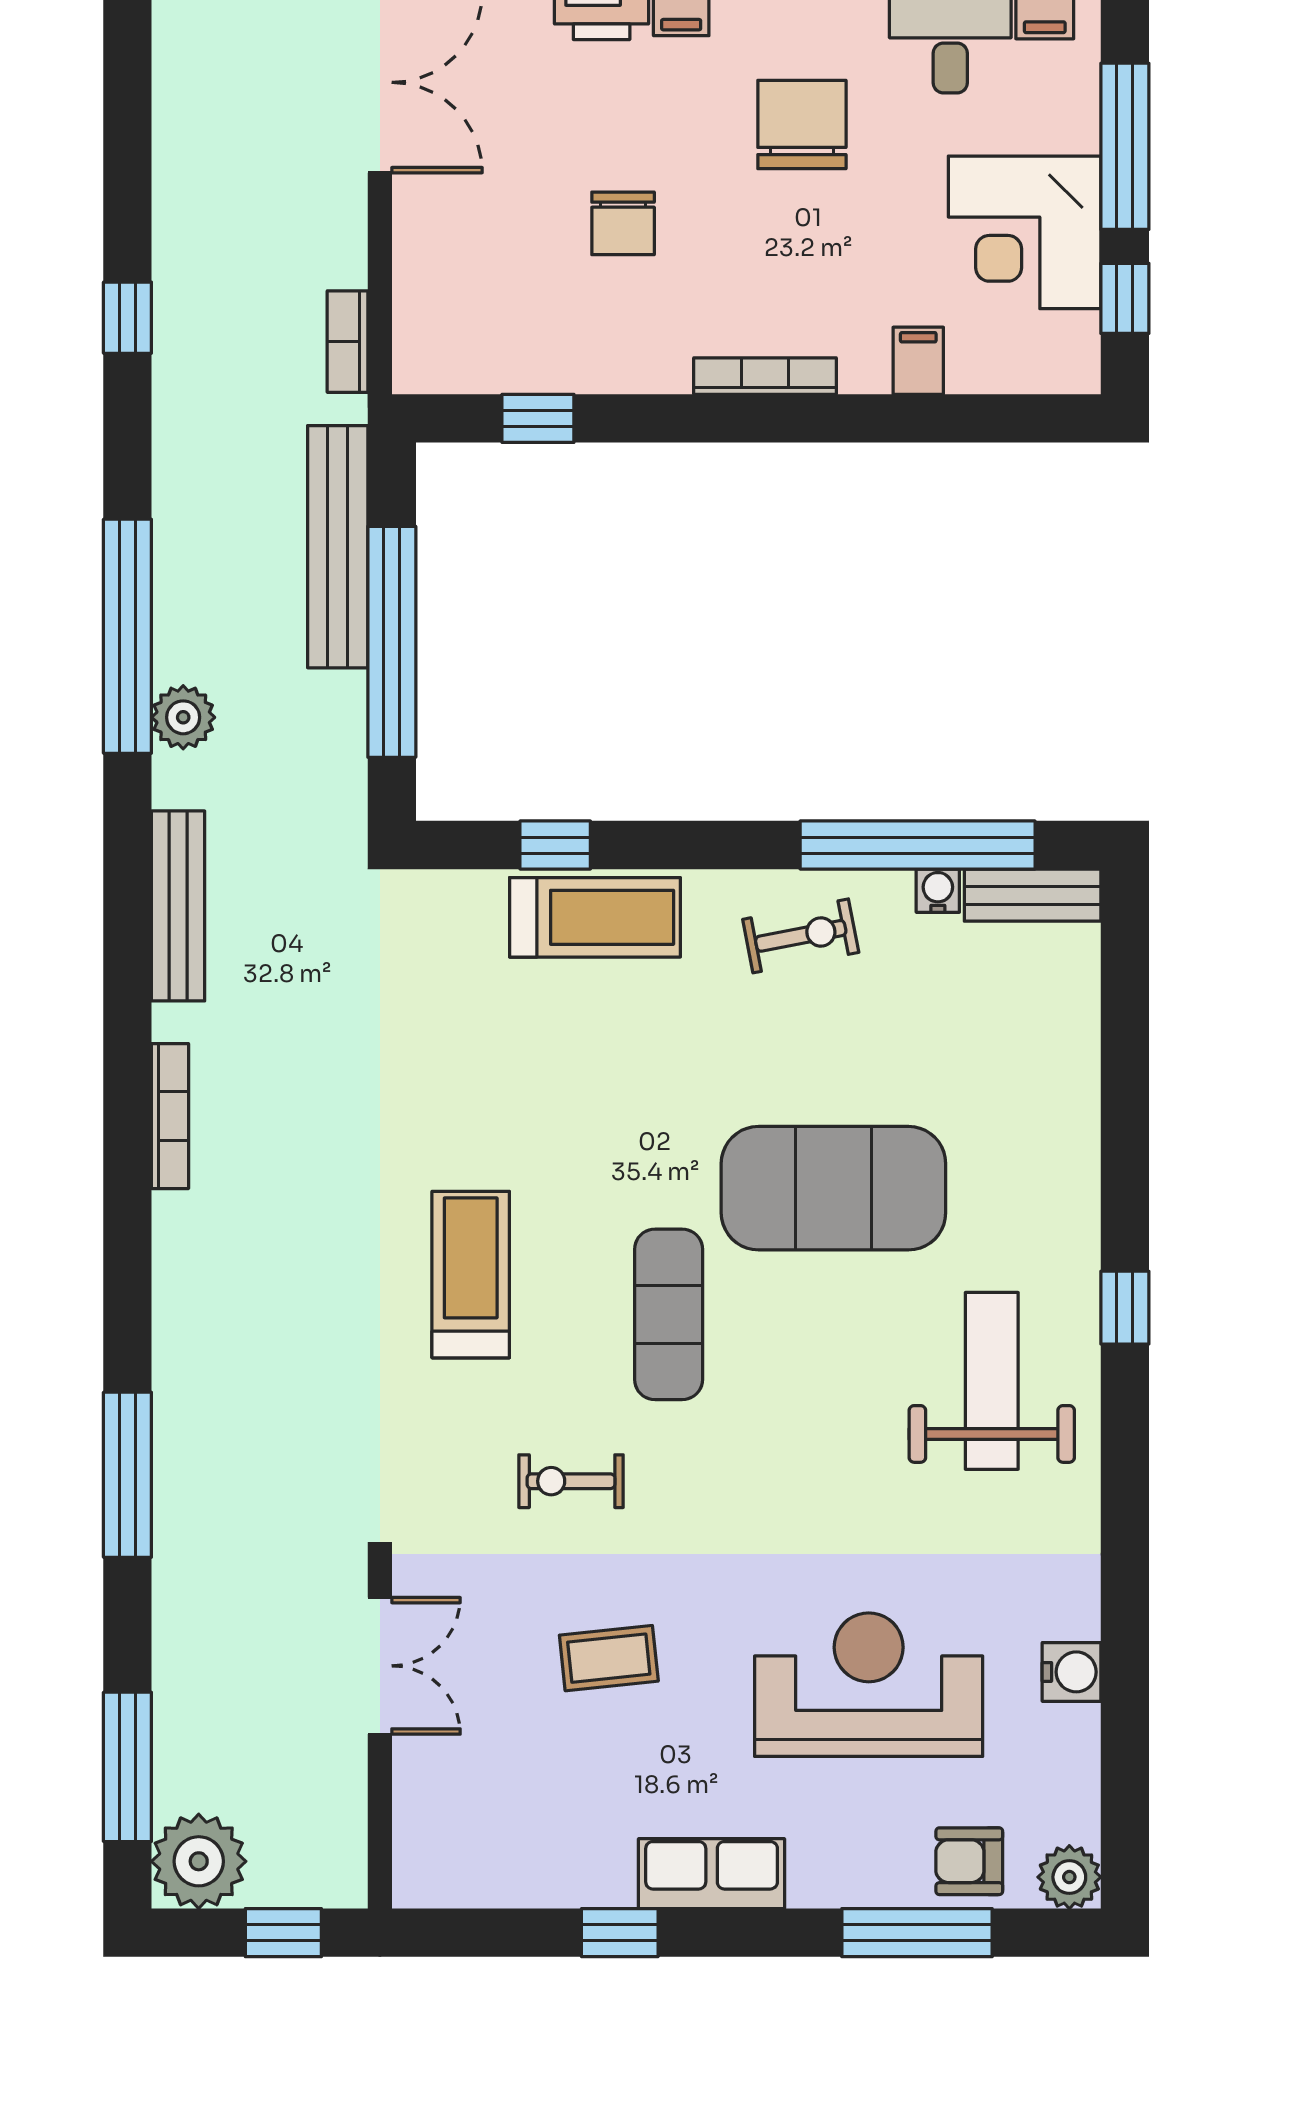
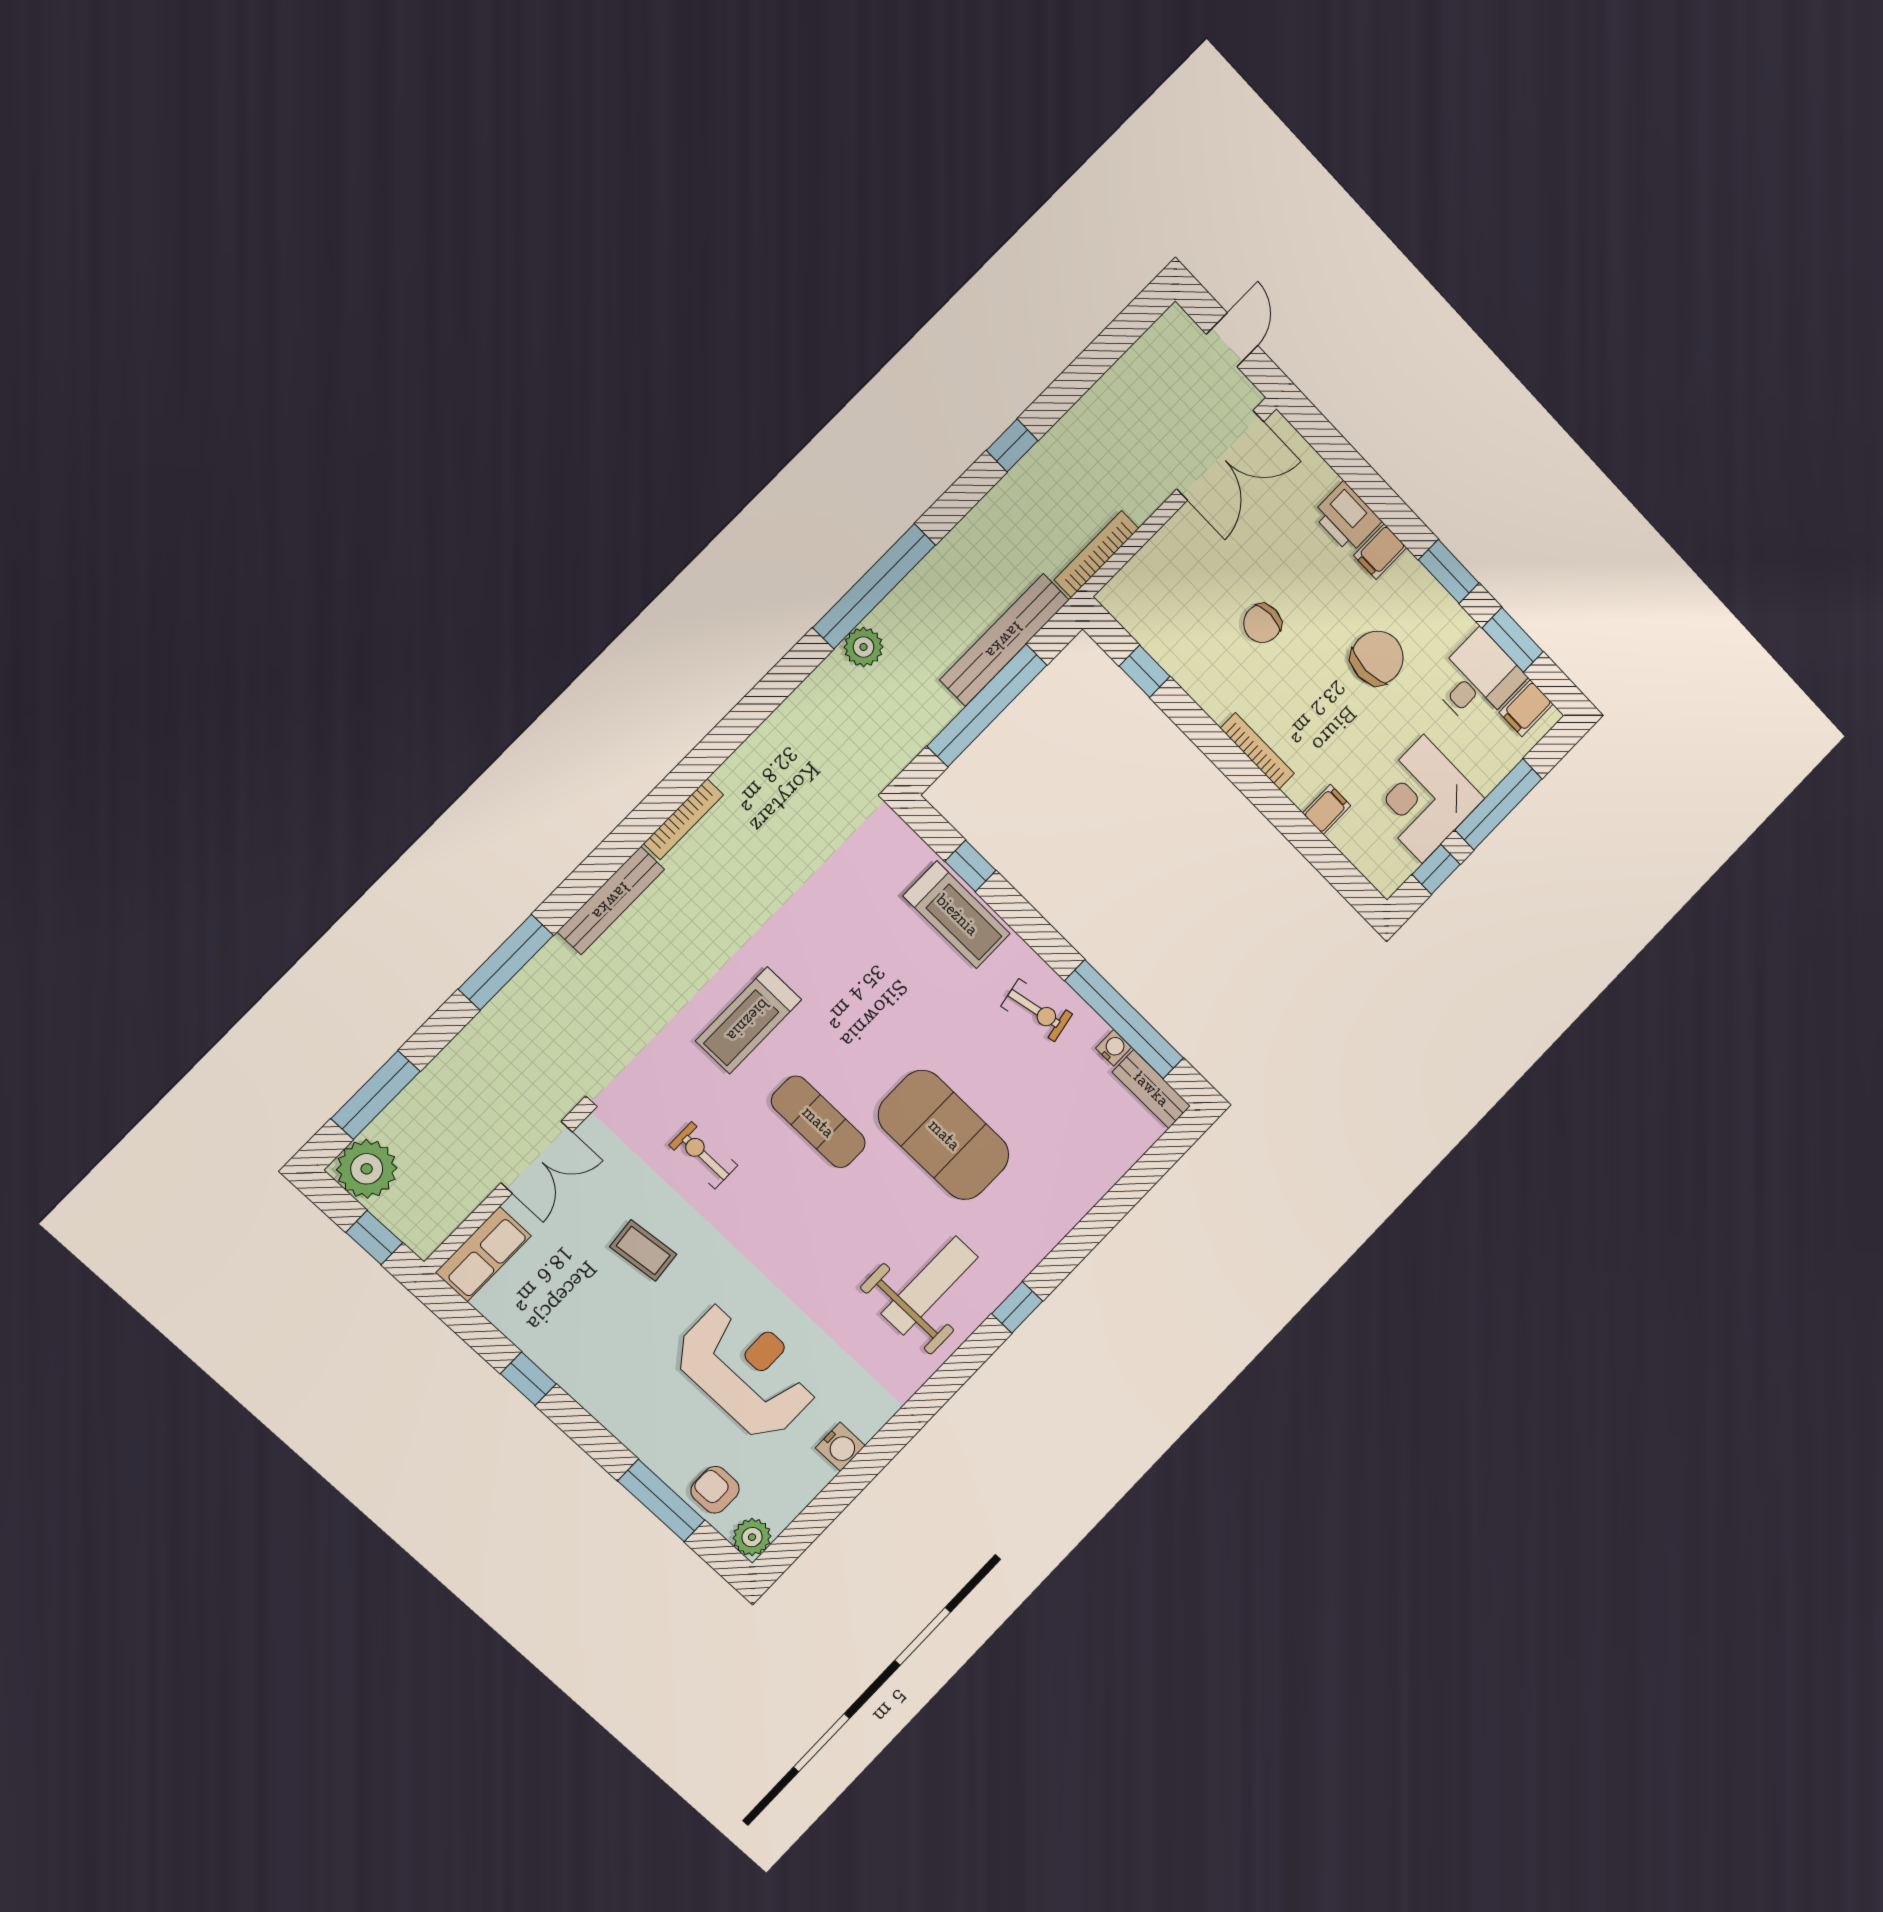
bookcase: (347, 342) -> (1096, 554), width x1.56
bench: (178, 906) -> (611, 901), moved
treadmill: (471, 1275) -> (748, 1020), turned 180
exercise mat: (669, 1314) -> (818, 1122), turned 90
row of seats: (712, 1874) -> (483, 1254), moved, turned 90

